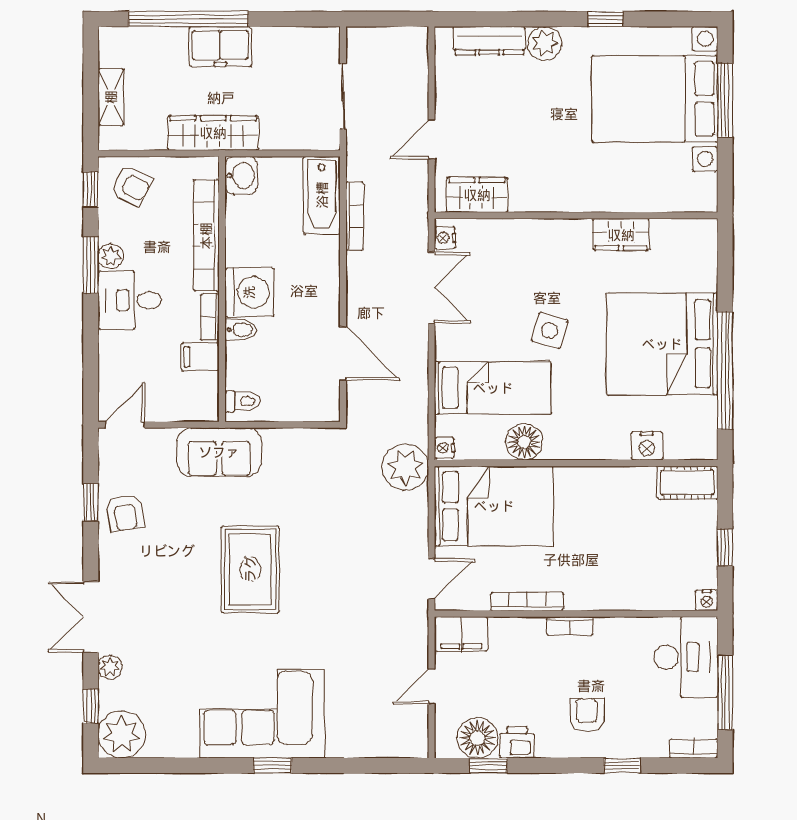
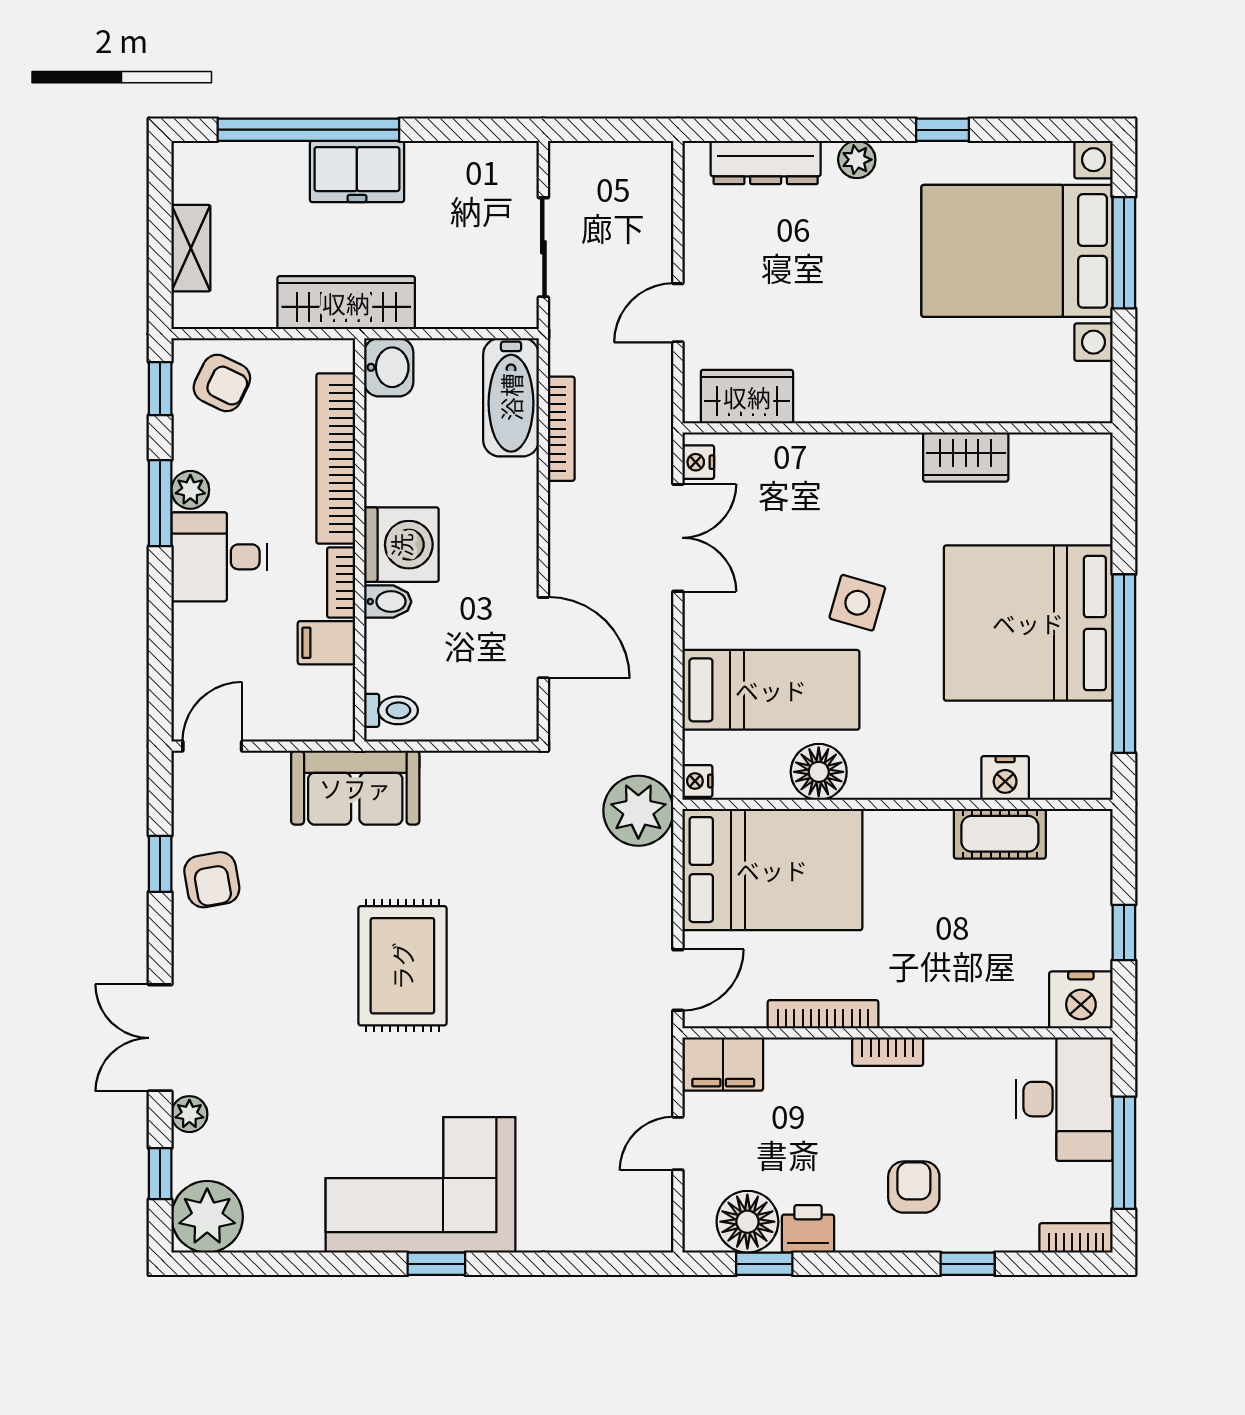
plant: (545, 43) -> (857, 160), width x0.73, depth x0.73
cot: (687, 483) -> (1000, 834), moved
nightstand: (707, 600) -> (1081, 1000), width x1.89, depth x1.79

